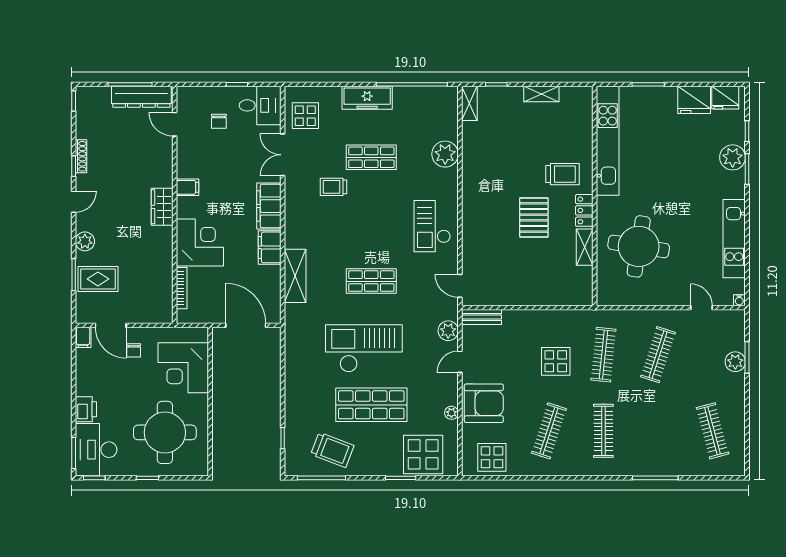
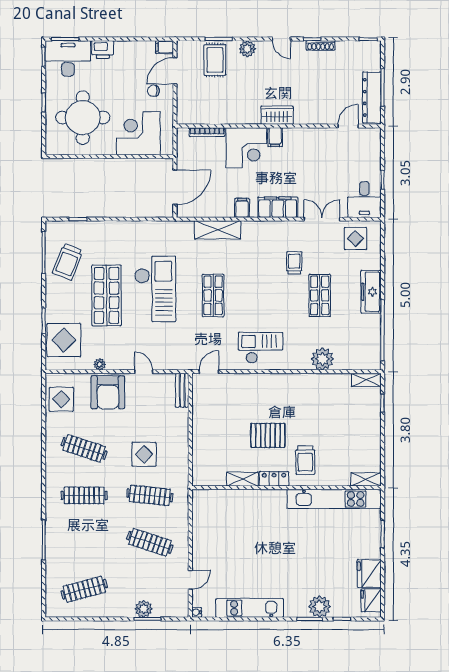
shelving: (541, 94) -> (366, 479), moved, turned 90
chair: (219, 121) -> (351, 164), removed
filing cabinet: (188, 187) -> (275, 137), moved
round table: (639, 246) -> (243, 526), removed
filing cabinet: (270, 247) -> (242, 208), width x0.50
plant: (448, 331) -> (170, 362), removed

